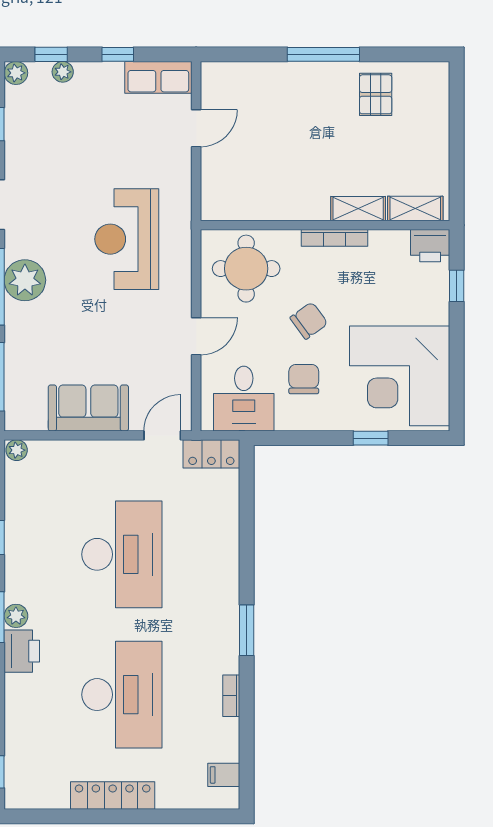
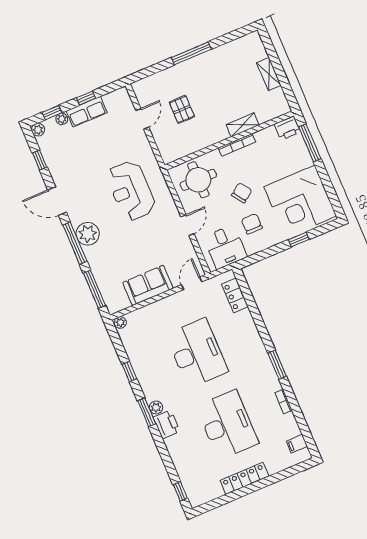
row of seats: (158, 77) -> (87, 112), moved
pallet: (376, 94) -> (182, 109), moved
shelving: (415, 209) -> (269, 74), moved, turned 90
window: (457, 286) -> (310, 143), width x2.17
locker: (211, 454) -> (235, 295), moved, turned 90

